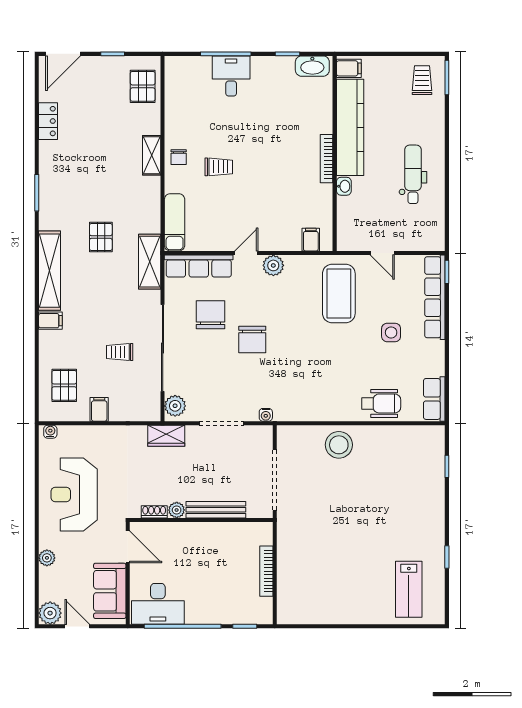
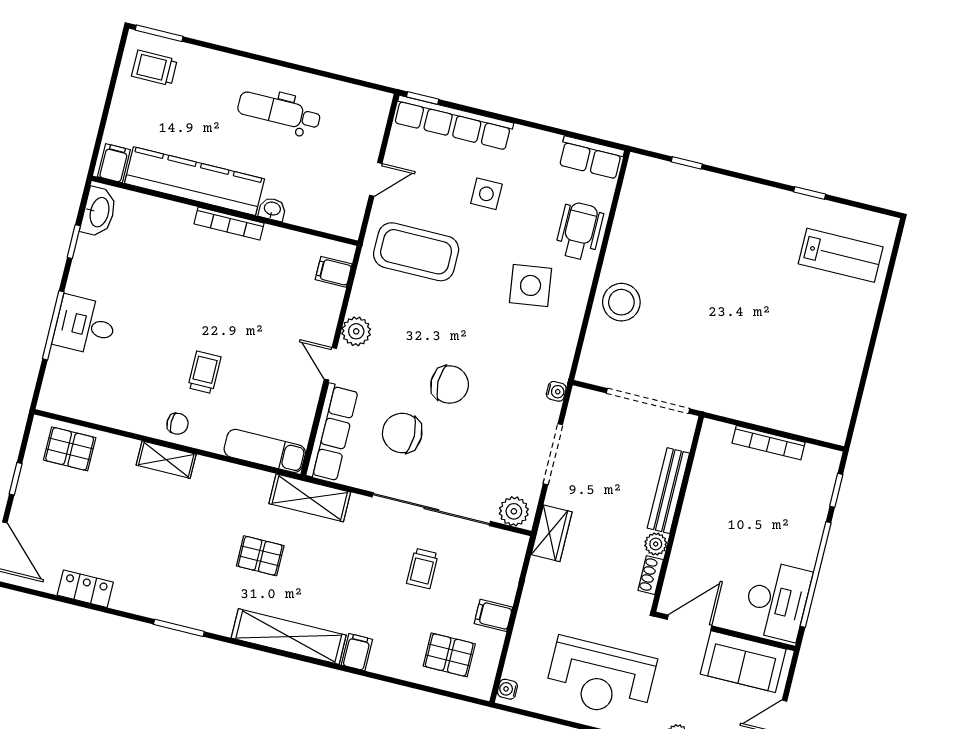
side table: (335, 379) -> (531, 285), added

